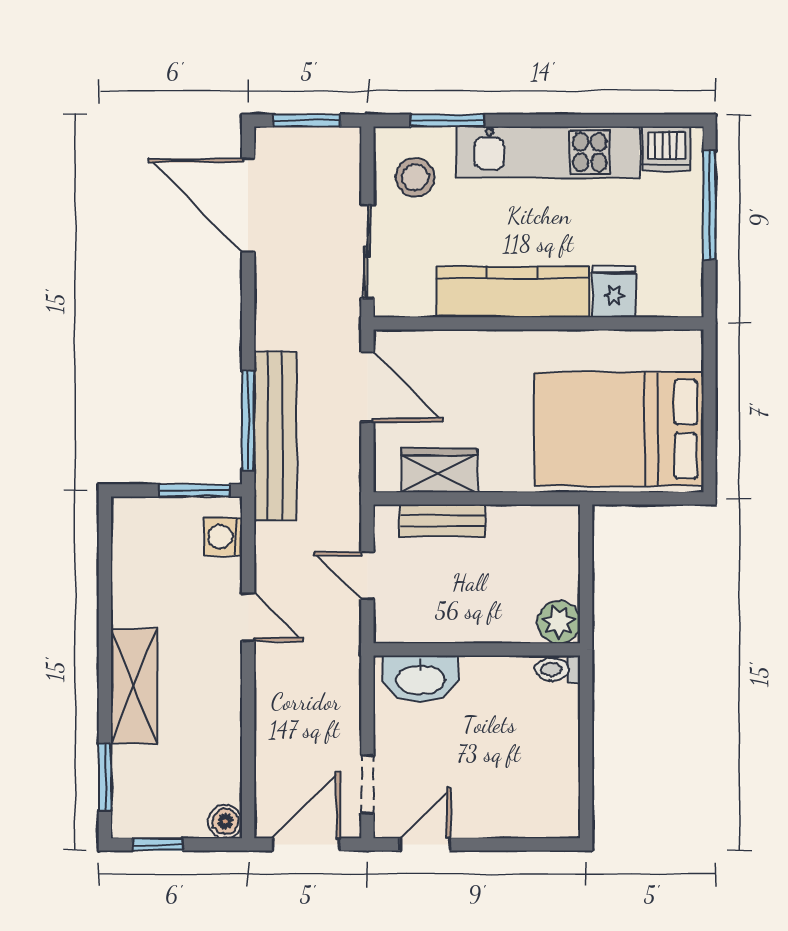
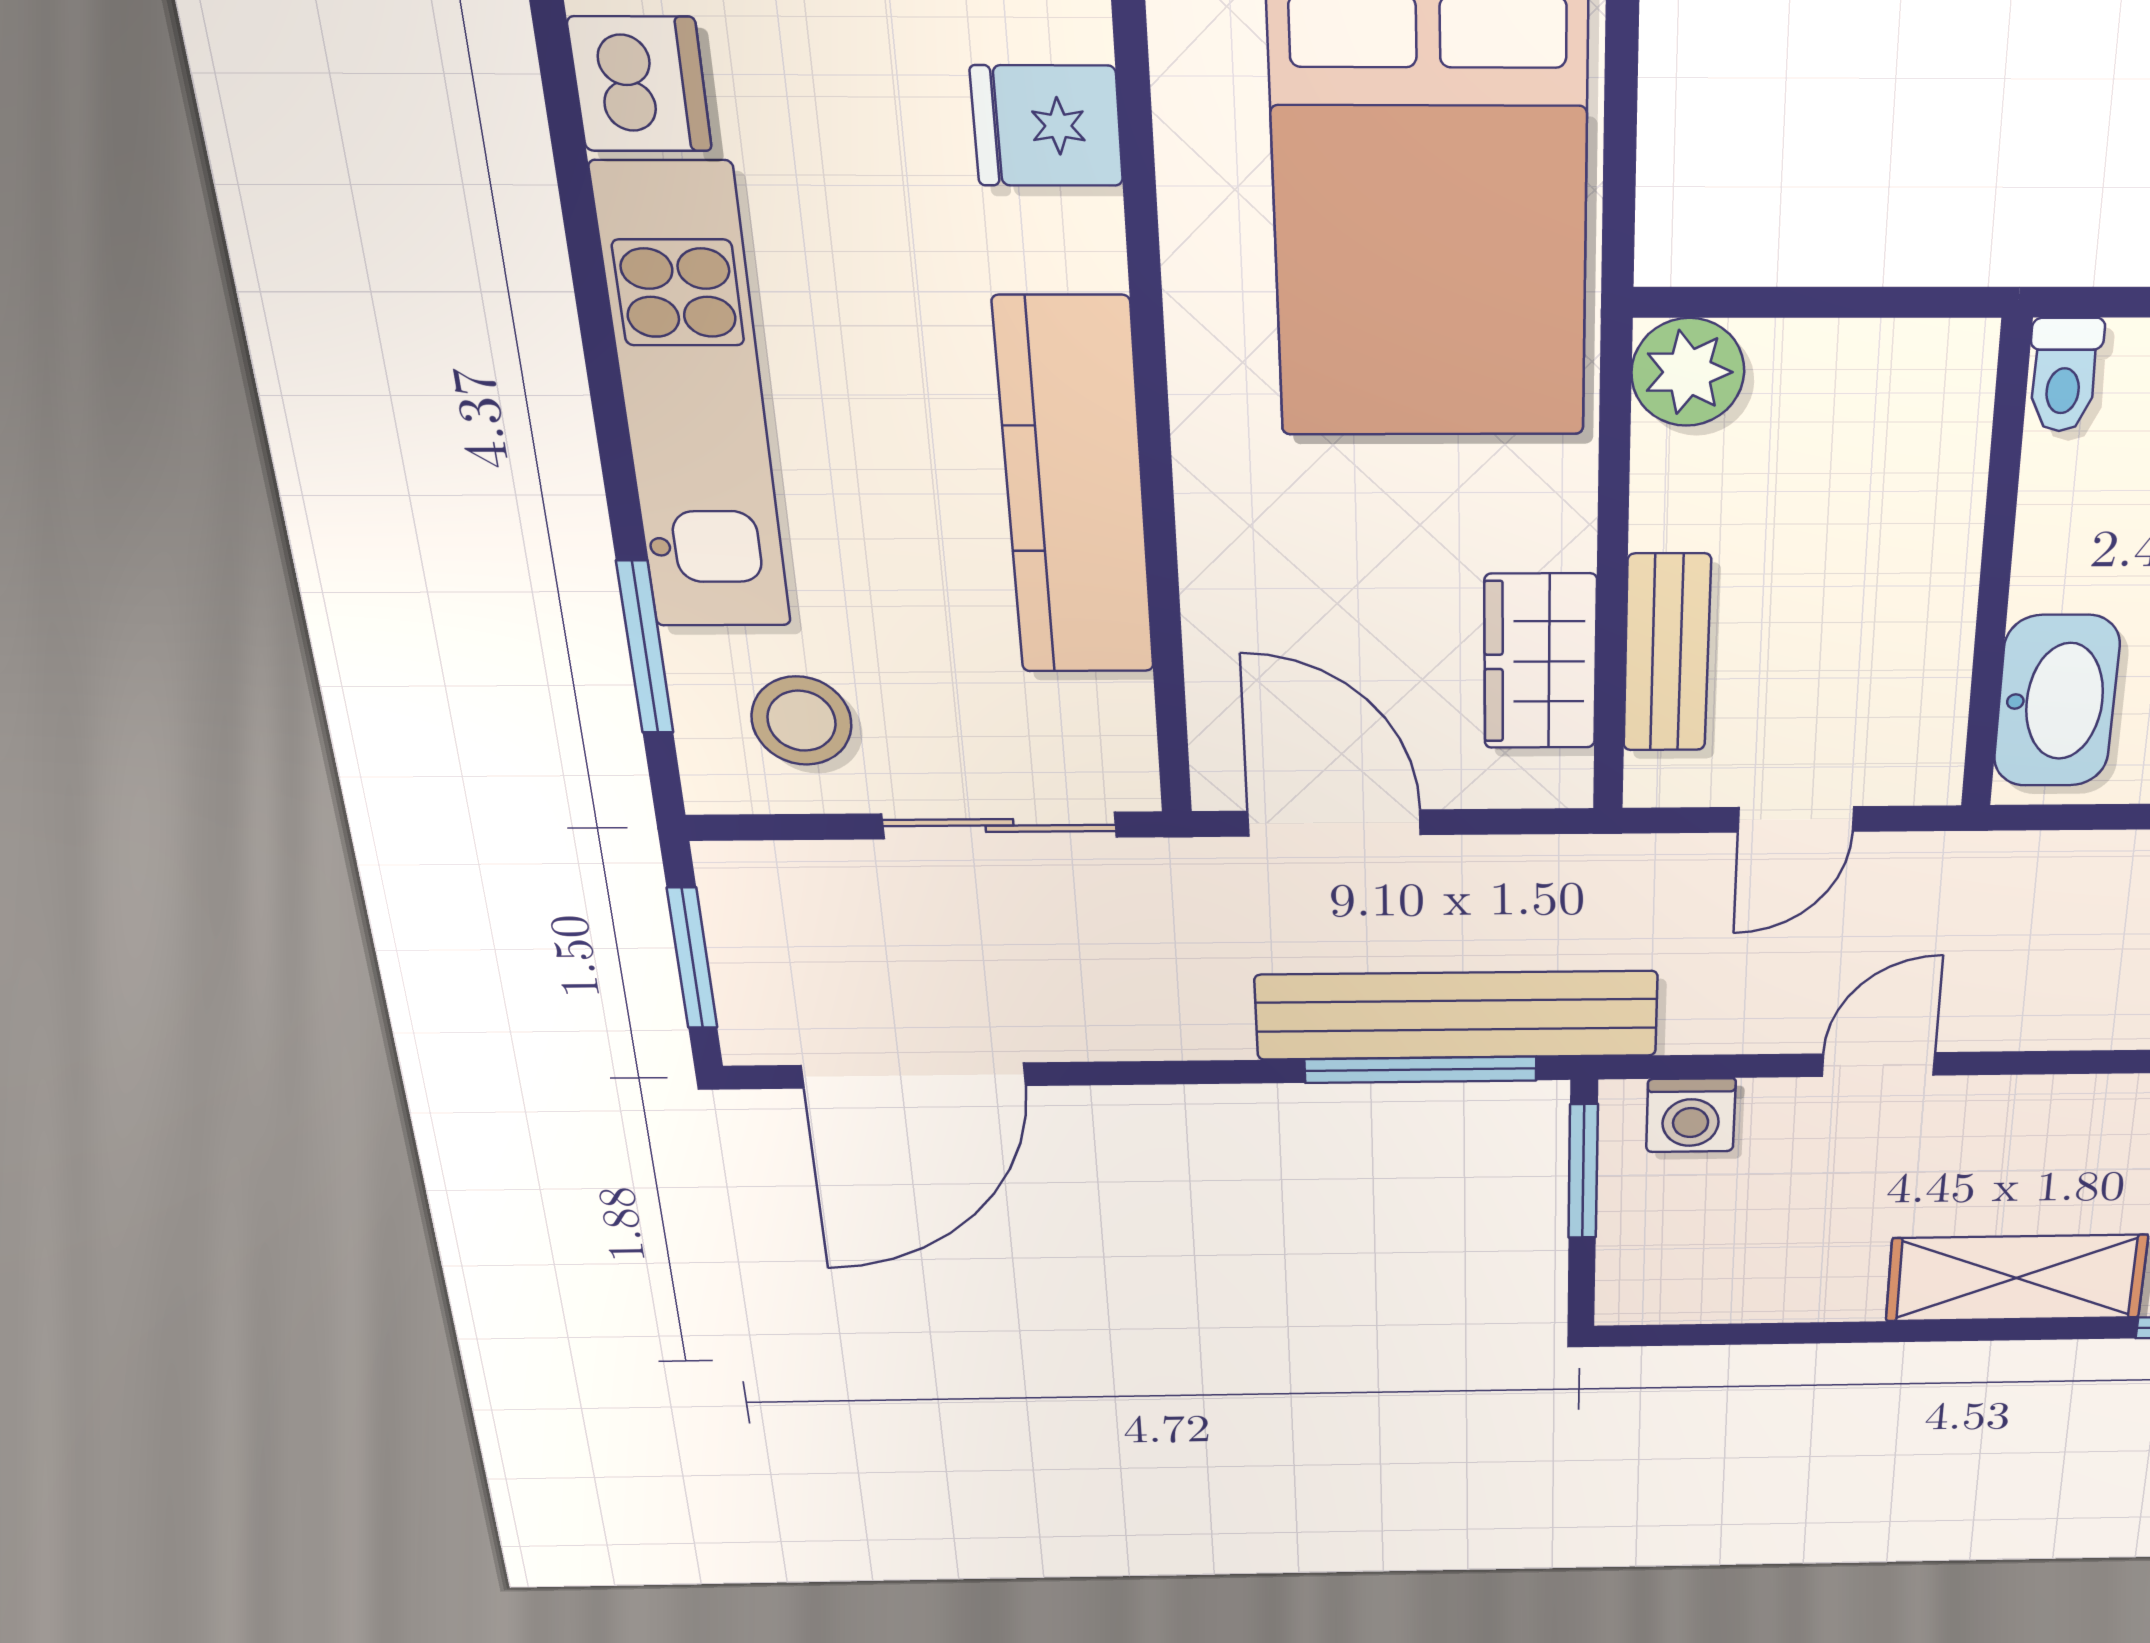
fridge: (614, 291) -> (1047, 126), moved
door: (367, 387) -> (1334, 823), hinge flipped
plant: (559, 622) -> (1688, 372), moved

